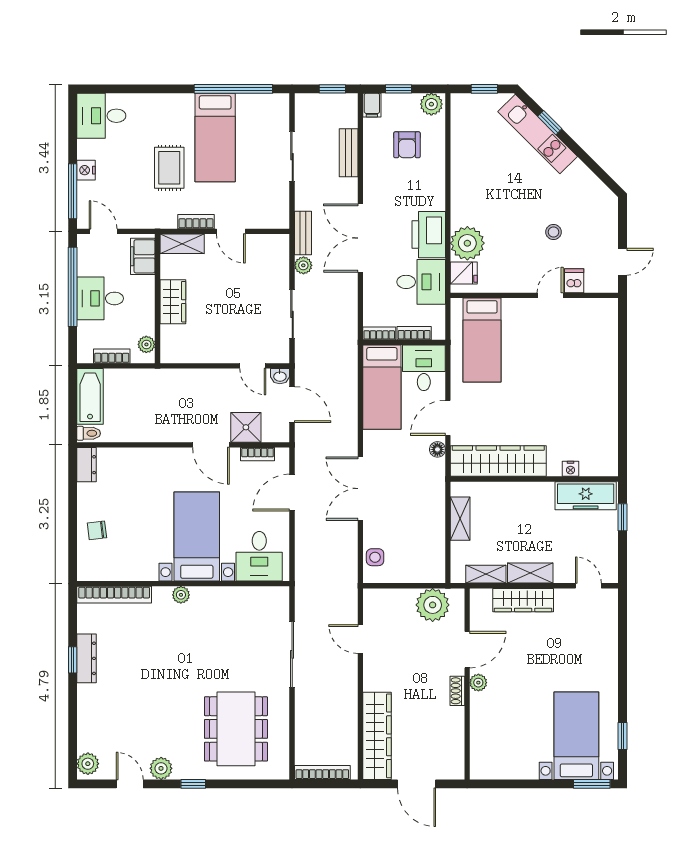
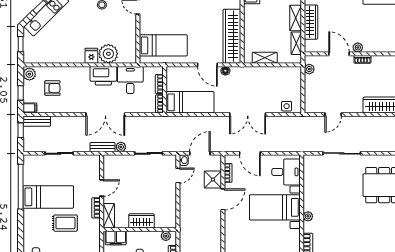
bench: (349, 153) -> (37, 121), moved
fridge: (464, 273) -> (91, 56), moved
desk: (424, 368) -> (179, 78), removed
plant: (433, 605) -> (309, 69), width x0.53, depth x0.53

